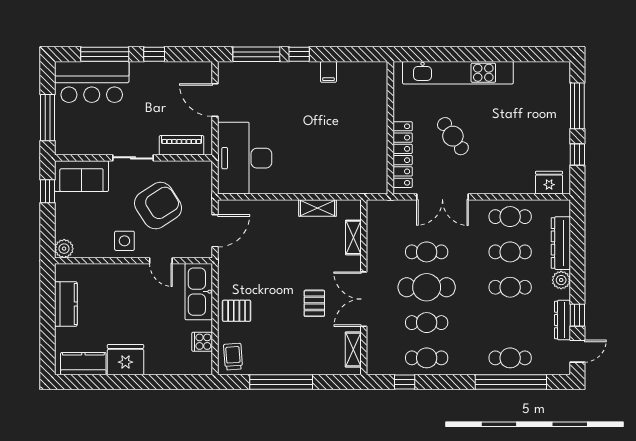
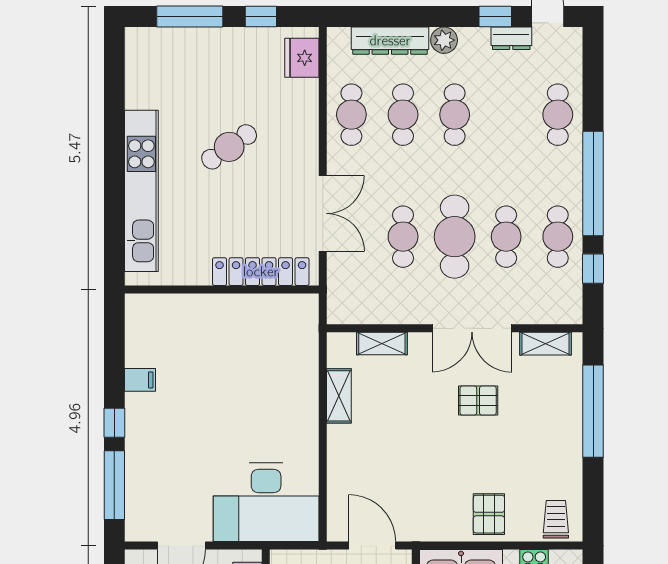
cafe table: (453, 136) -> (229, 147), moved
dresser: (562, 320) -> (511, 38), width x0.70
trolley: (233, 357) -> (556, 519), turned 94
window: (281, 382) -> (593, 411), moved
window: (511, 382) -> (593, 184), moved

